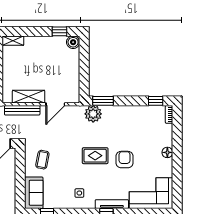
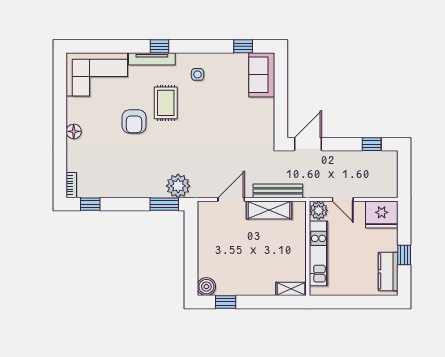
rug: (95, 156) -> (166, 103), moved, turned 90
coffee table: (42, 160) -> (250, 121), removed

